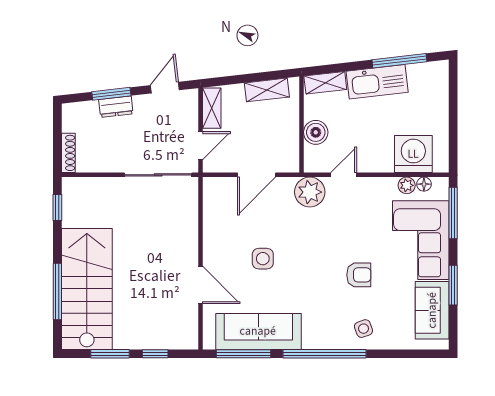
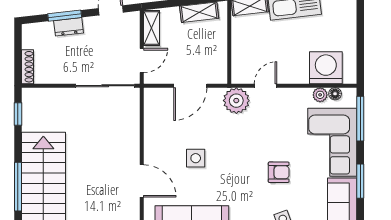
boiler: (316, 132) -> (241, 49), removed

